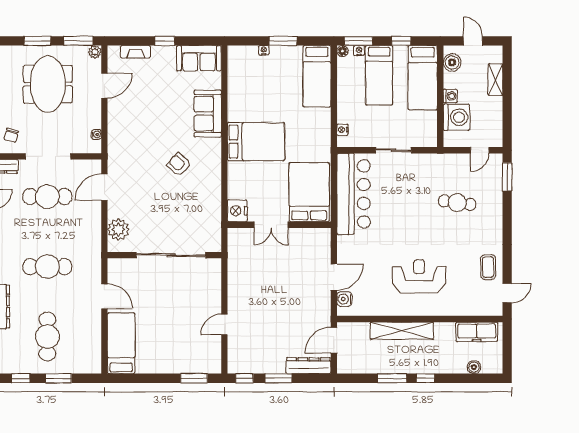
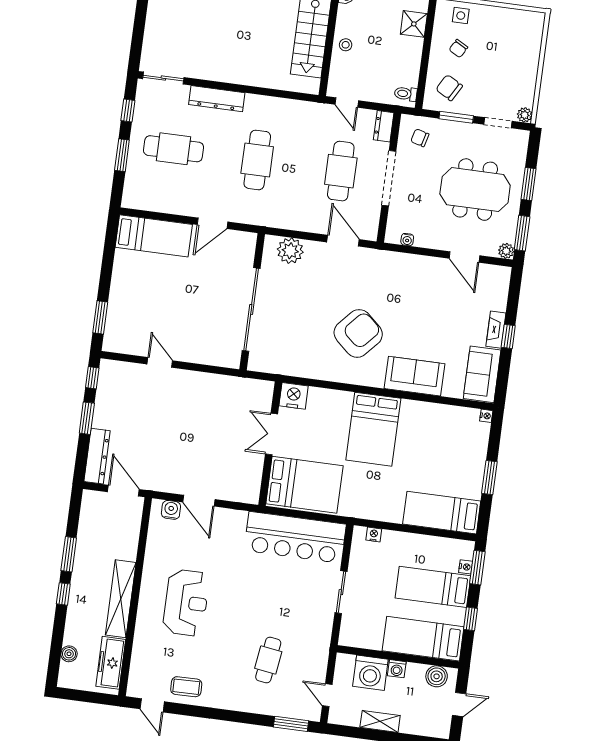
nightstand: (264, 50) -> (486, 416), moved
floor lamp: (342, 51) -> (468, 547), removed
fireplace: (135, 52) -> (496, 330), moved
shelving: (495, 80) -> (380, 721), moved
armchair: (179, 165) -> (358, 333), width x1.88, depth x1.88
shelving: (402, 331) -> (121, 599), moved

